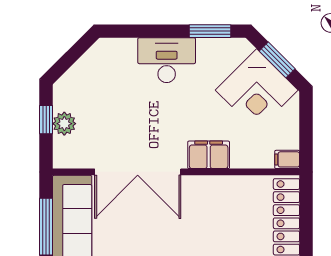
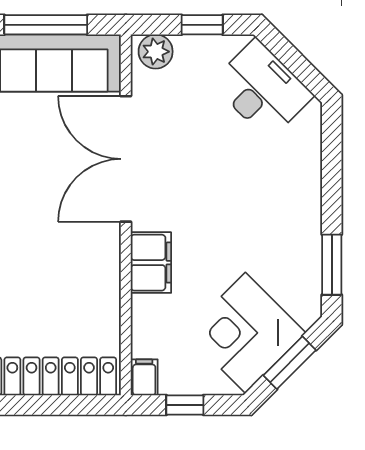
desk: (167, 60) -> (262, 89), moved, turned -45
plant: (64, 124) -> (156, 52), moved
window: (306, 132) -> (185, 405), added

